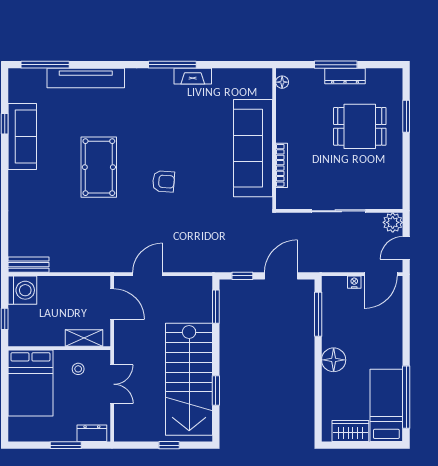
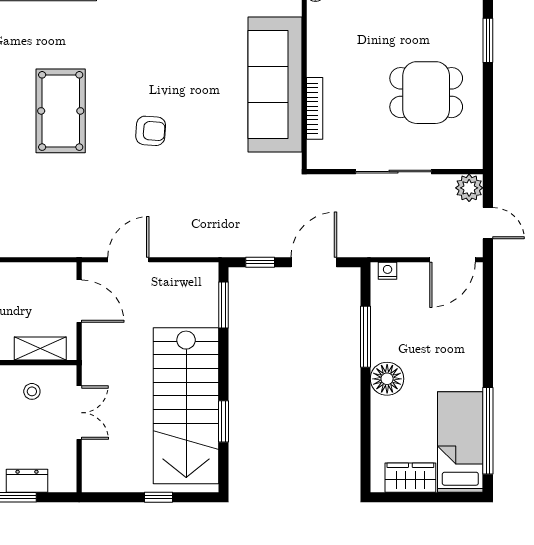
dining table: (360, 126) -> (426, 93), moved
door: (406, 248) -> (488, 223), swing flipped
nightstand: (354, 282) -> (388, 271), moved
window: (318, 314) -> (365, 337), moved
dresser: (92, 433) -> (27, 481), moved

